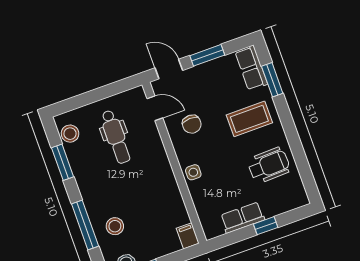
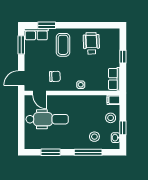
window: (207, 55) -> (21, 45), moved
door: (155, 108) -> (39, 93), swing flipped
stool: (70, 134) -> (111, 118), moved
dental chair: (116, 137) -> (47, 119), width x1.36, depth x1.38
row of seats: (242, 218) -> (114, 79), moved

